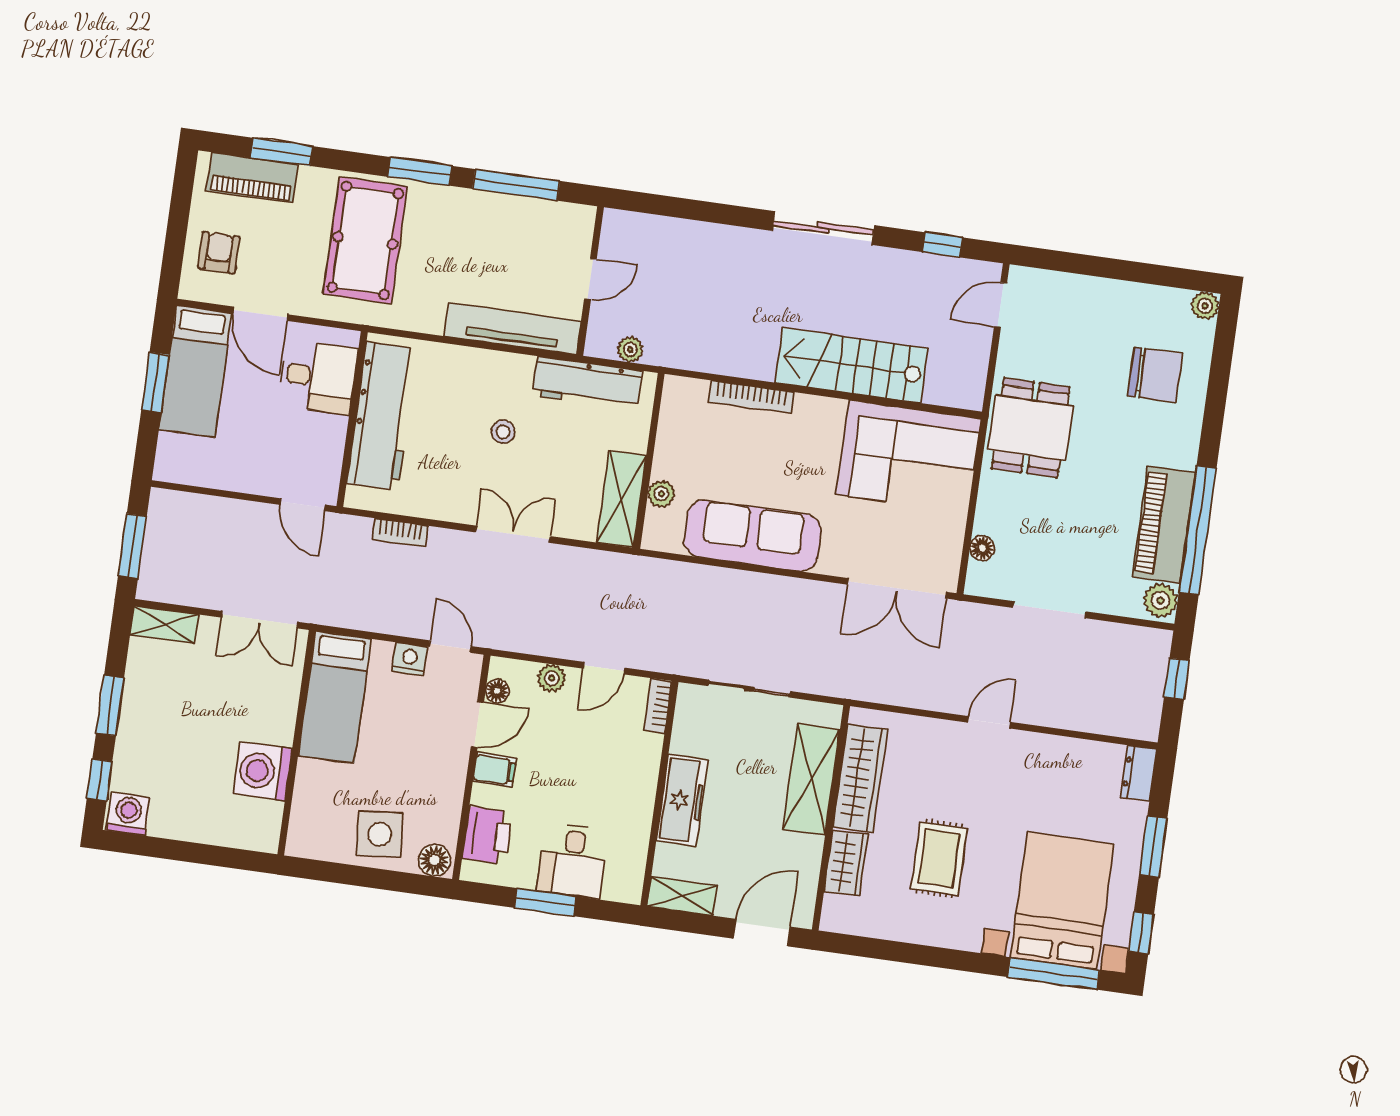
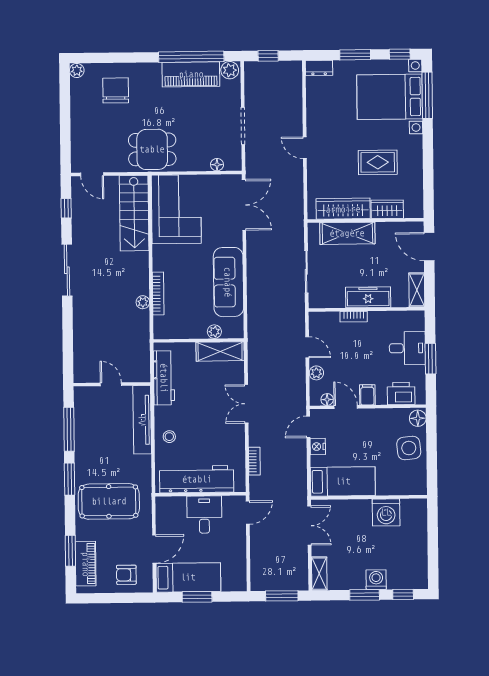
plant: (630, 349) -> (143, 302), moved
stairs: (851, 365) -> (134, 213), moved
desk: (318, 377) -> (204, 515), moved
stool: (503, 432) -> (169, 437), moved
bookcase: (658, 706) -> (354, 317), moved
washing machine: (128, 814) -> (376, 580), moved, turned 90

